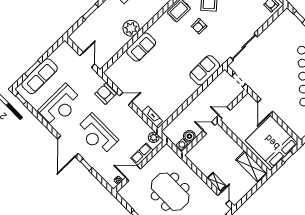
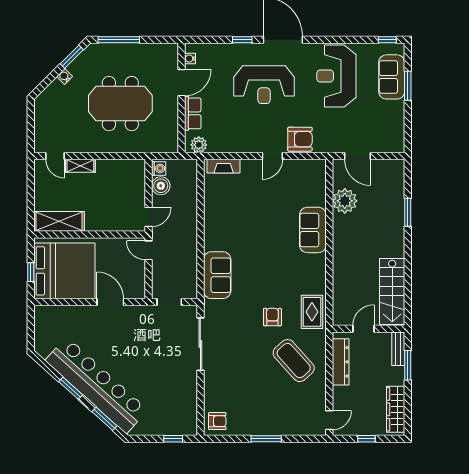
plant: (131, 28) -> (345, 201), moved
sofa: (40, 76) -> (392, 77), width x0.73
door: (224, 113) -> (149, 250), swing flipped
reception desk: (97, 135) -> (264, 85), turned 180

